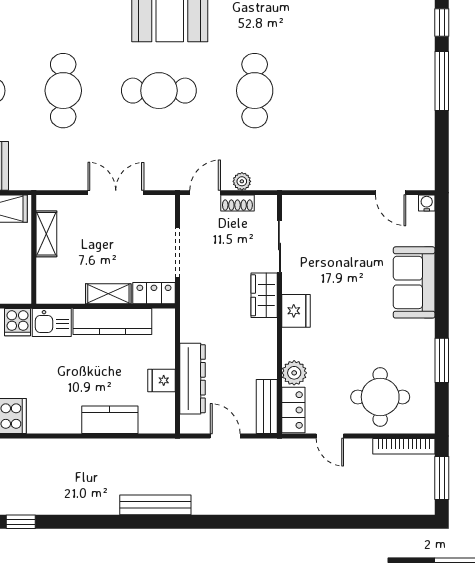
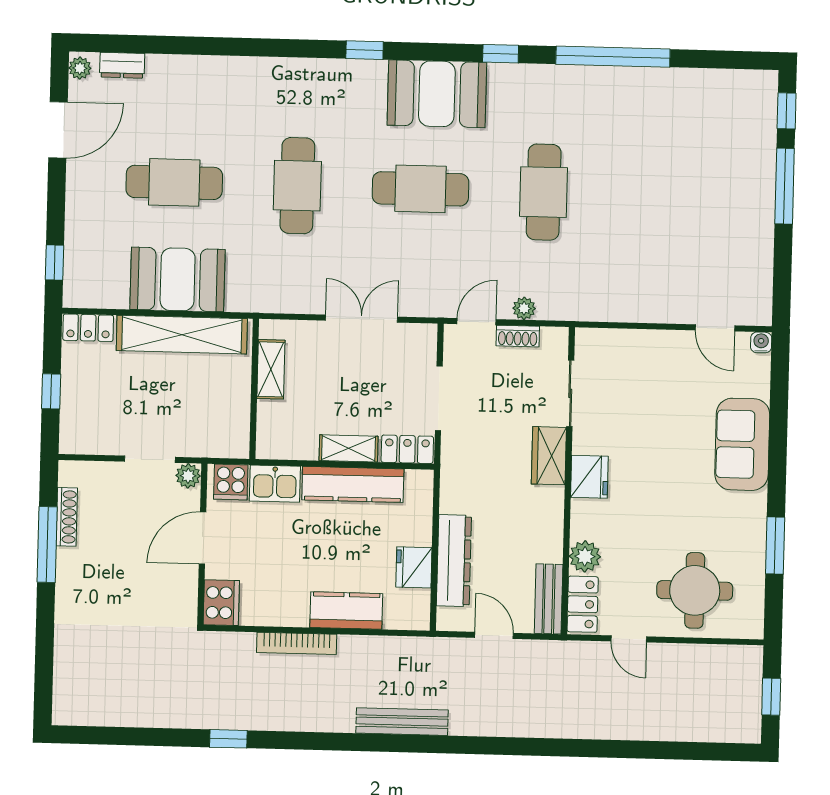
fridge: (162, 380) -> (414, 567), width x1.38
bookcase: (404, 446) -> (297, 643), moved
window: (442, 478) -> (771, 697), width x0.67

